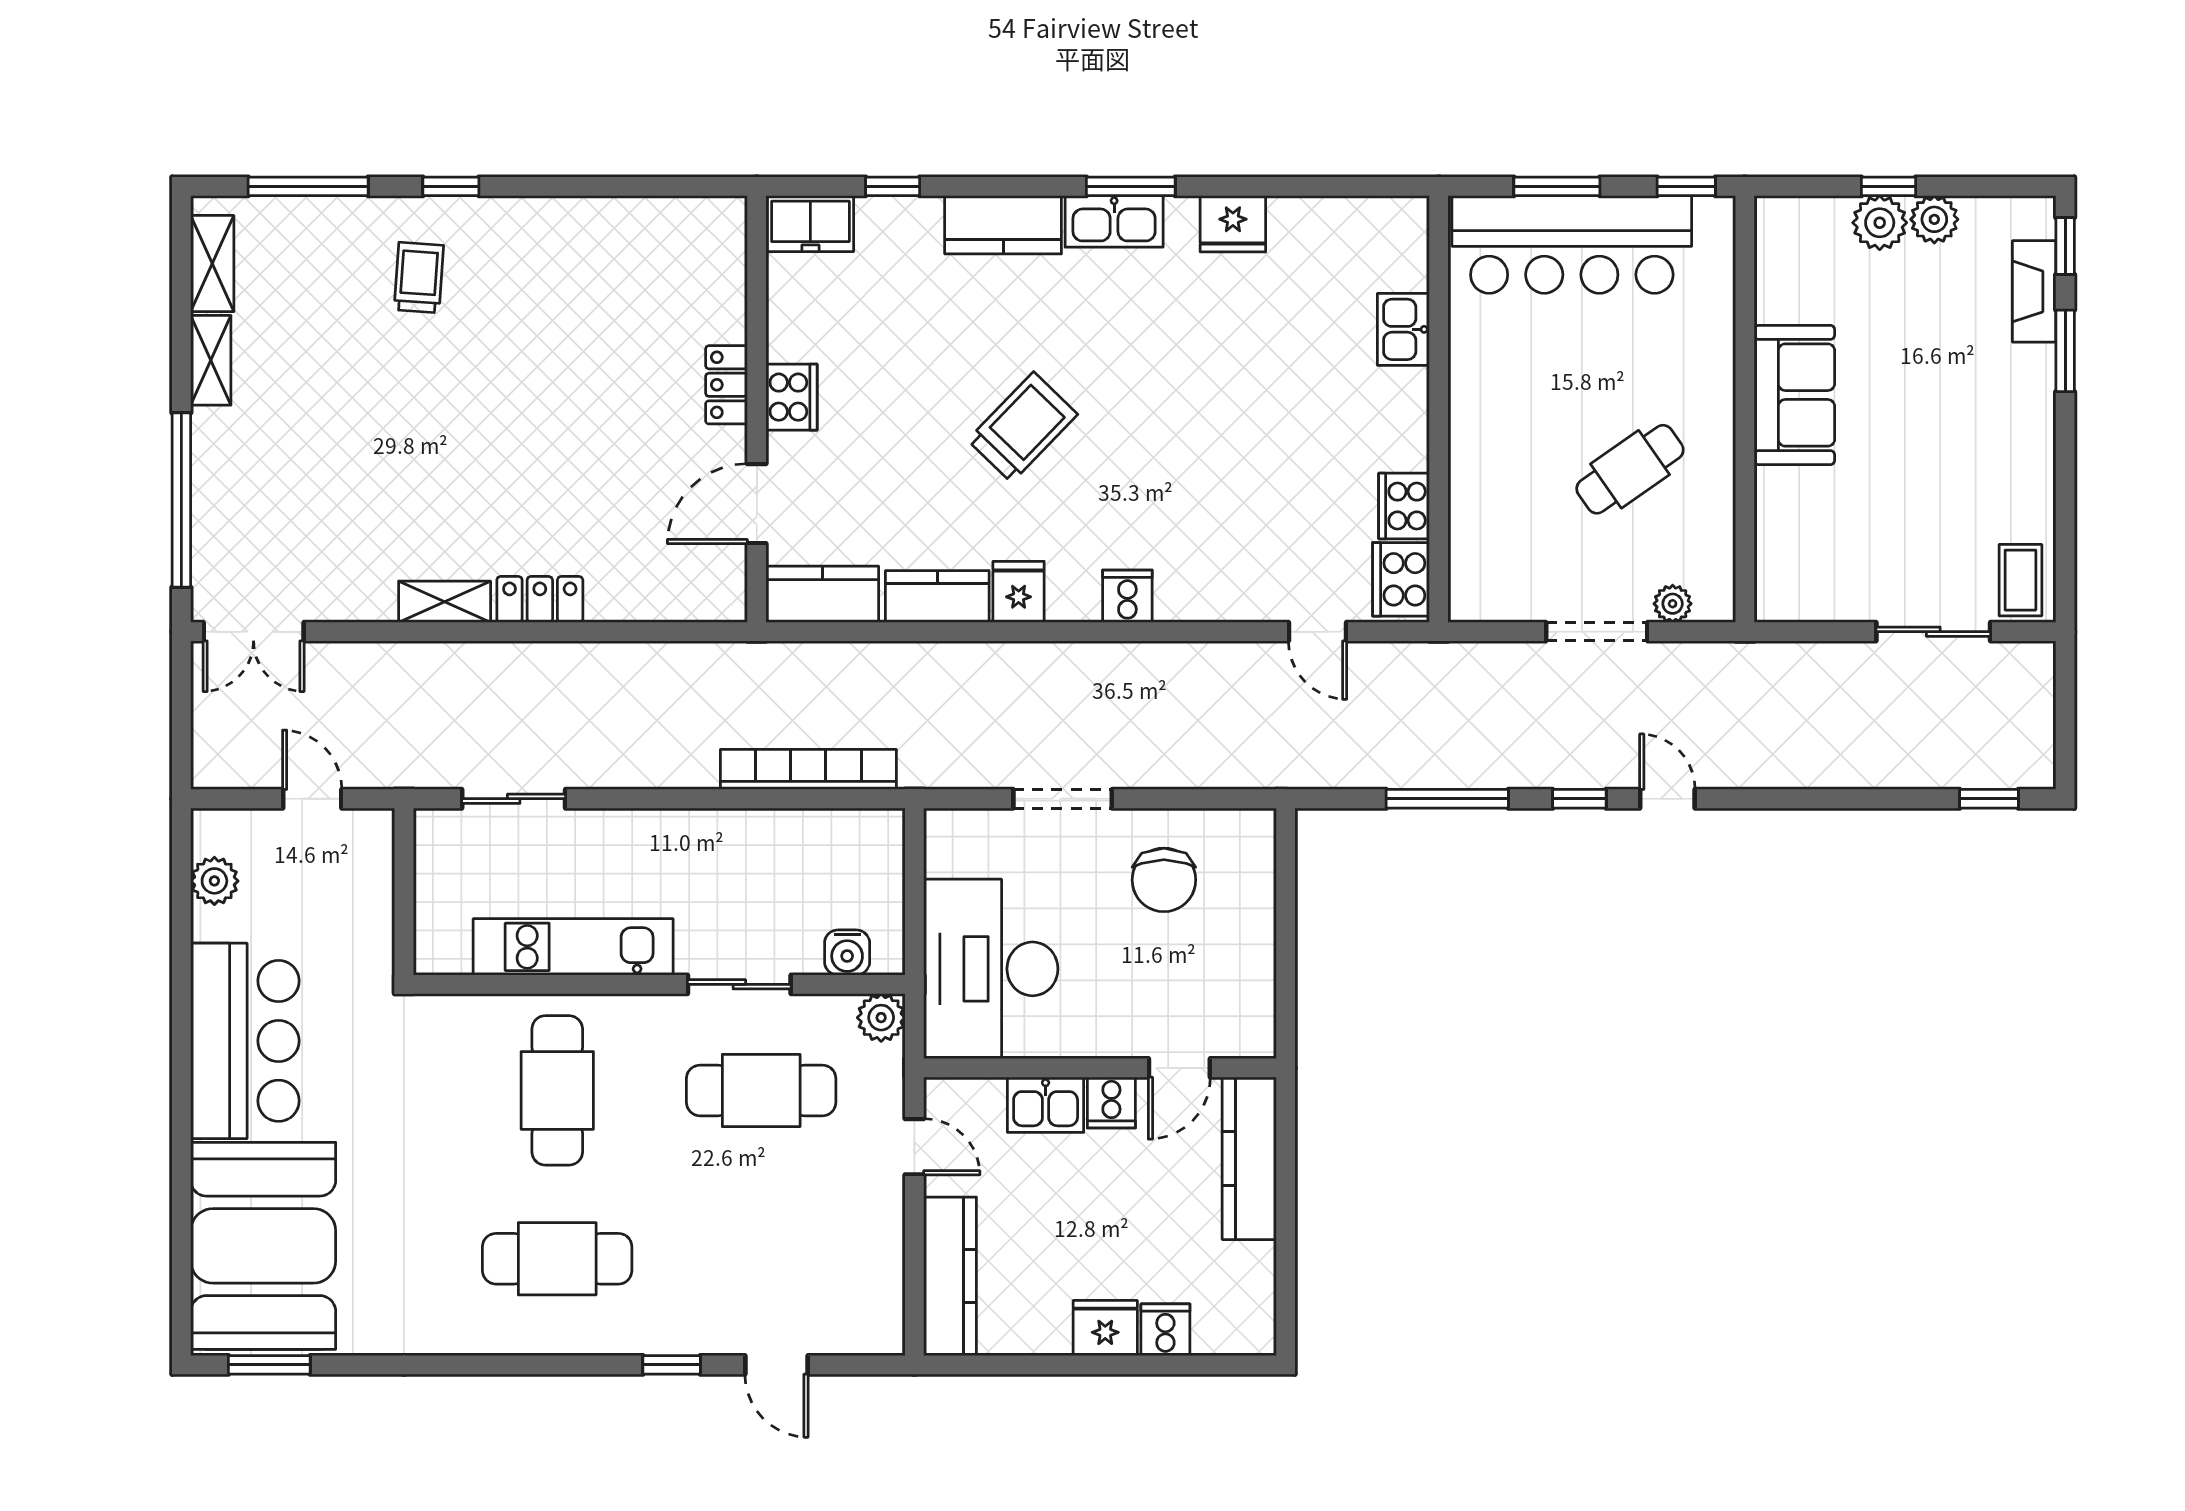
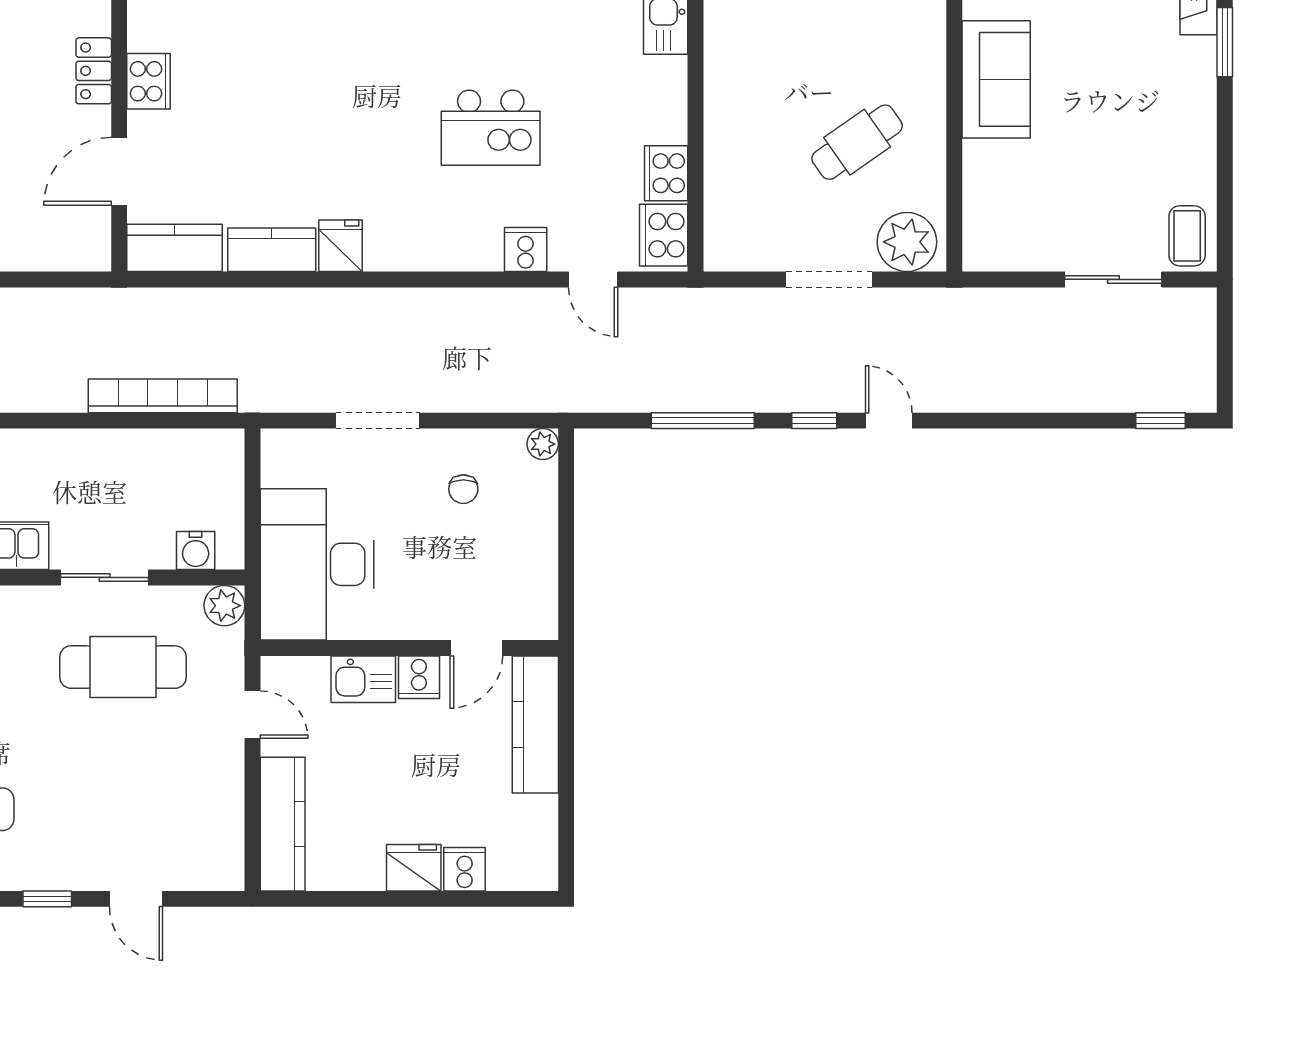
trolley: (1023, 427) -> (344, 107), removed
kitchen island: (1196, 452) -> (491, 128), added
cooker: (1127, 596) -> (526, 250), moved
plant: (1673, 604) -> (907, 242), width x1.88, depth x1.88
plant: (1258, 826) -> (543, 444), added
chair: (1164, 880) -> (463, 489), width x0.54, depth x0.54

